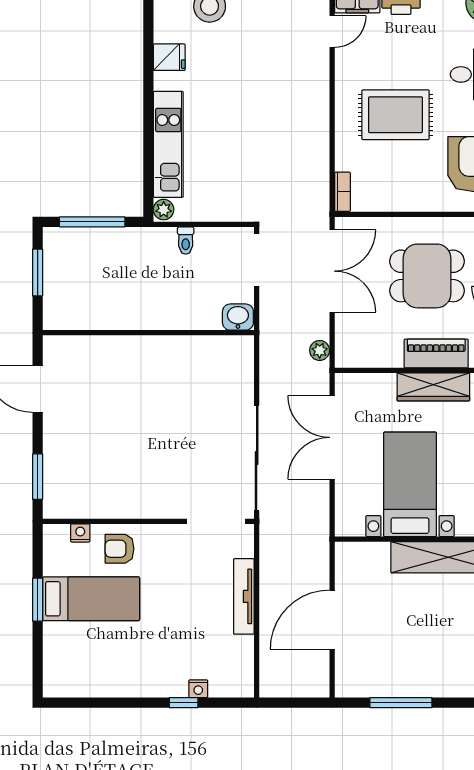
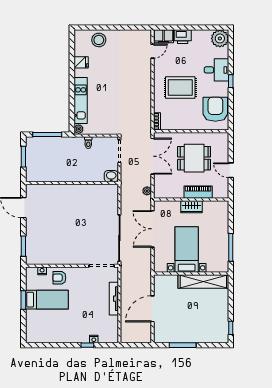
wardrobe: (433, 387) -> (192, 207), width x0.67

